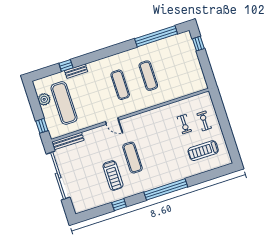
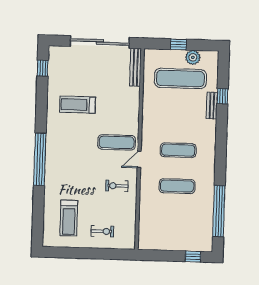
door: (112, 121) -> (139, 159), moved
exercise bike: (184, 124) -> (117, 186), moved
window: (42, 126) -> (178, 44), moved
treadmill: (203, 151) -> (69, 218), turned 180
exercise mat: (132, 158) -> (117, 142), moved
window: (119, 205) -> (43, 68), moved

